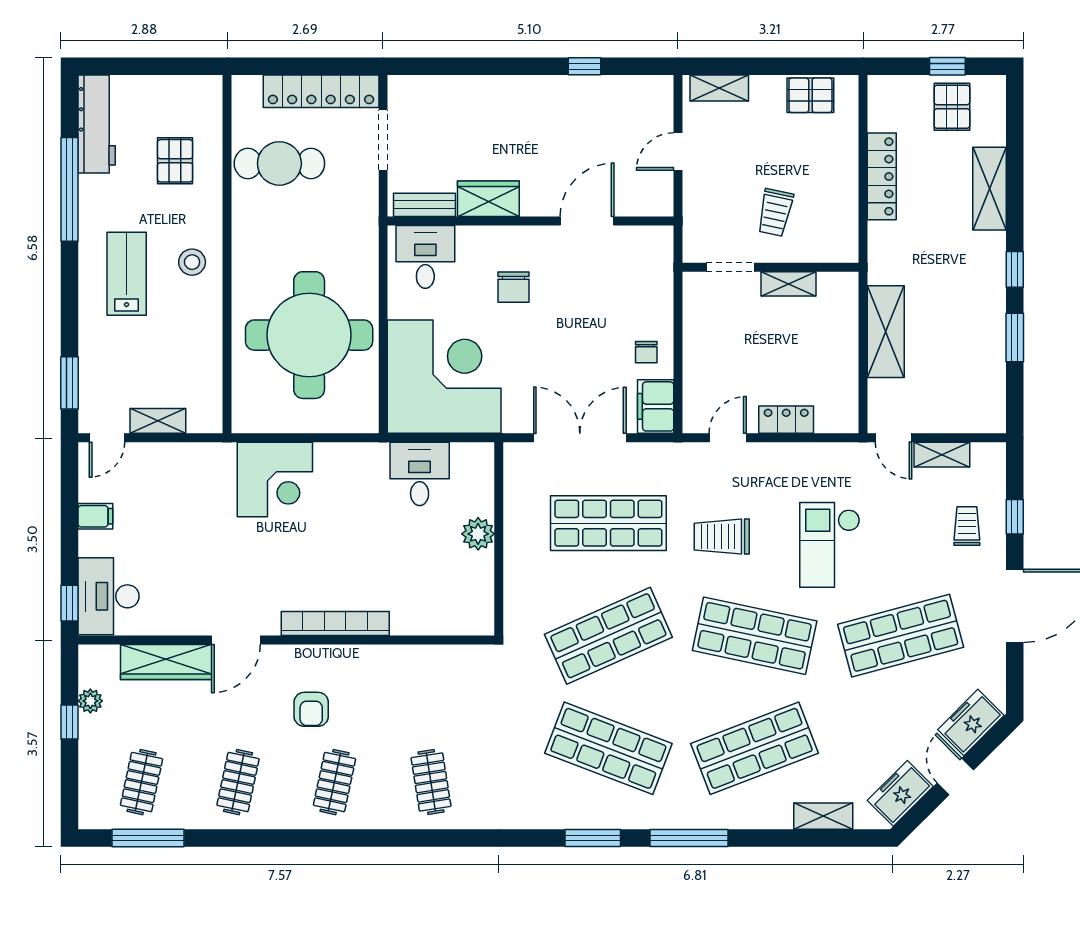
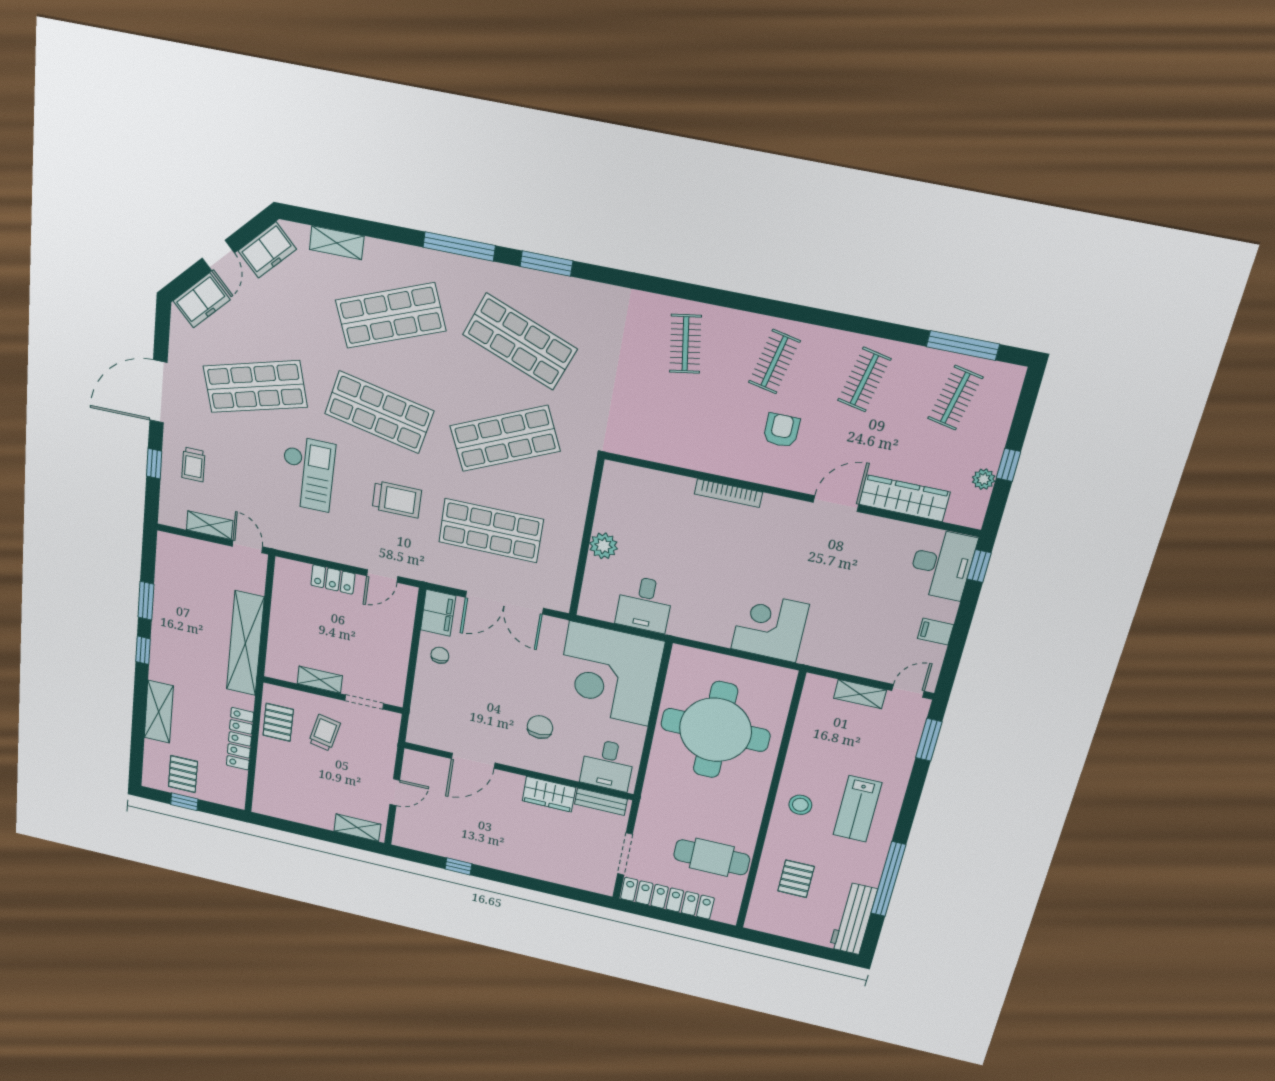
pallet: (810, 95) -> (278, 722), moved, turned 90
shelving: (886, 332) -> (245, 643), width x1.47
bookcase: (335, 624) -> (728, 493), width x0.68, depth x0.76

